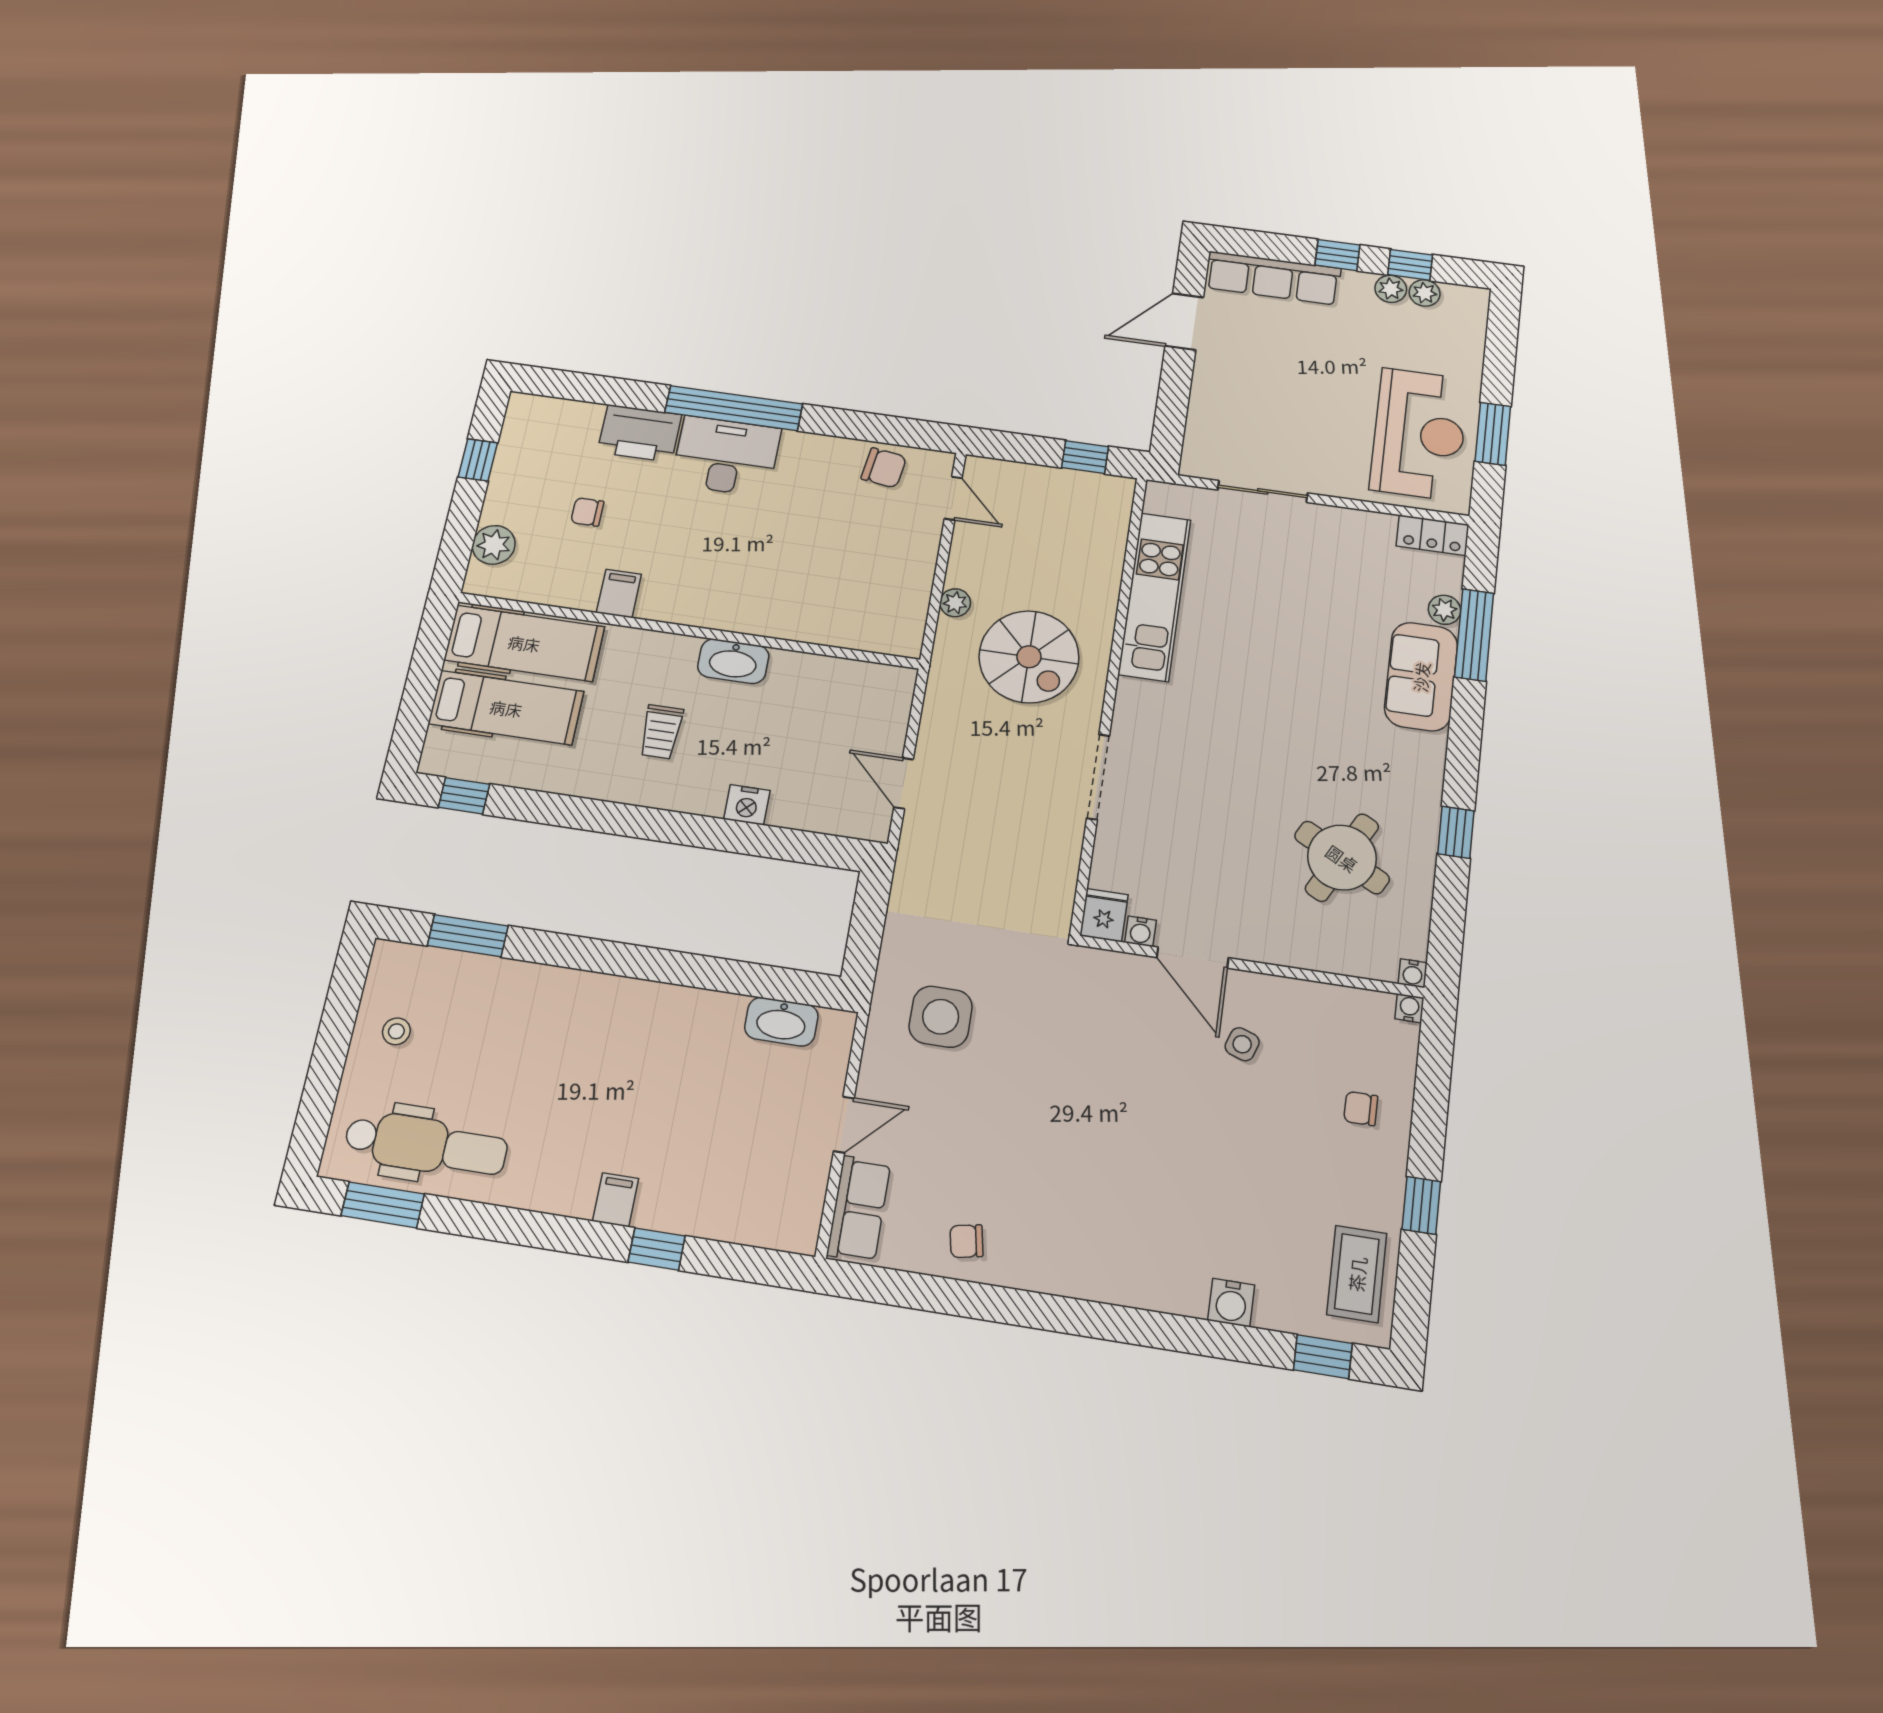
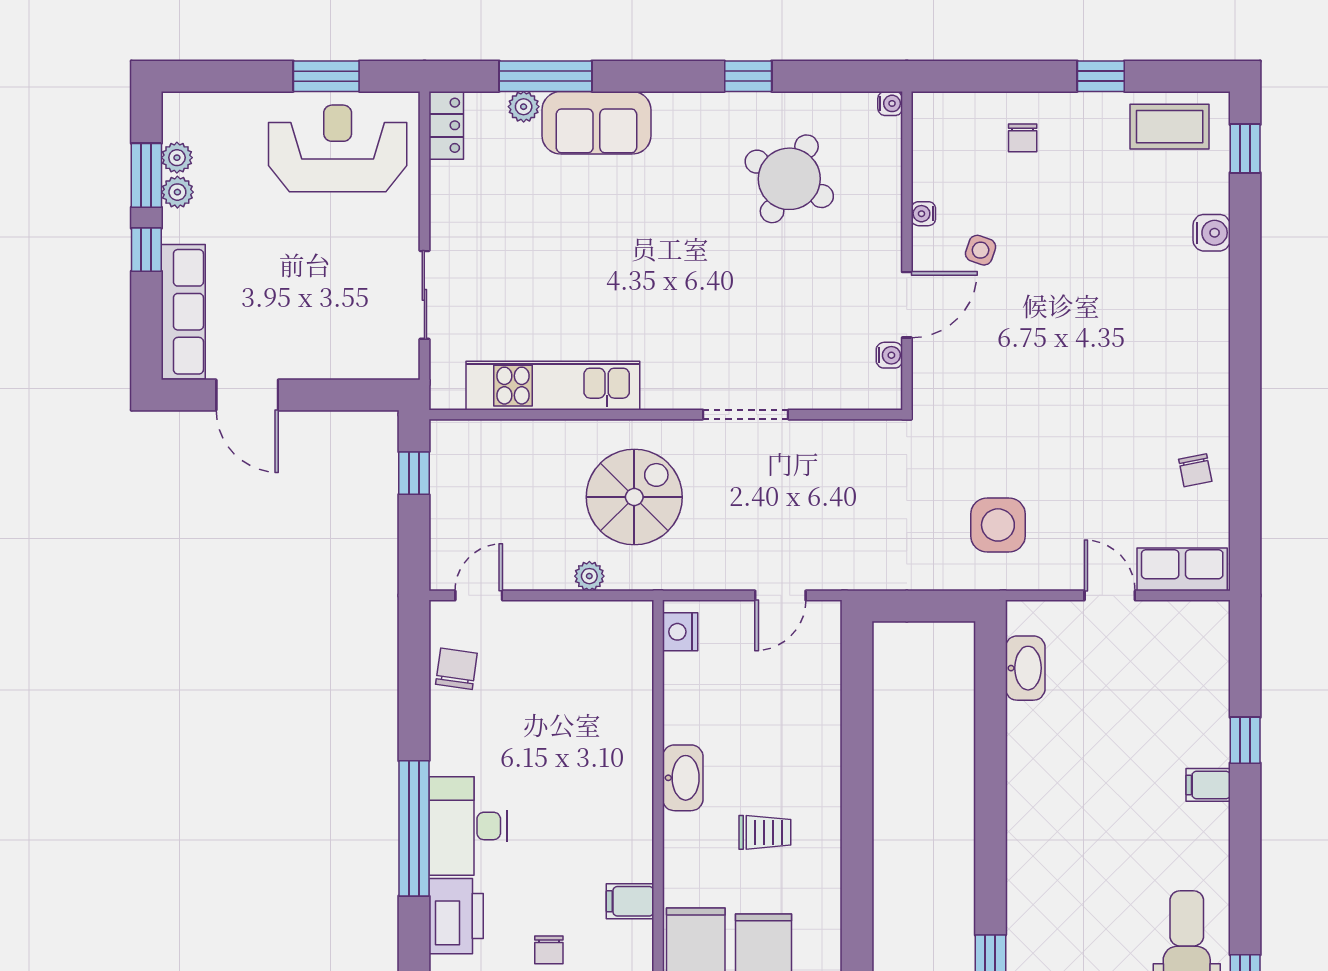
window: (1410, 265) -> (146, 175), width x1.50
nightstand: (747, 805) -> (680, 632), moved, turned 180
fridge: (1104, 915) -> (879, 391), removed
water cooler: (1409, 1008) -> (923, 214), moved

